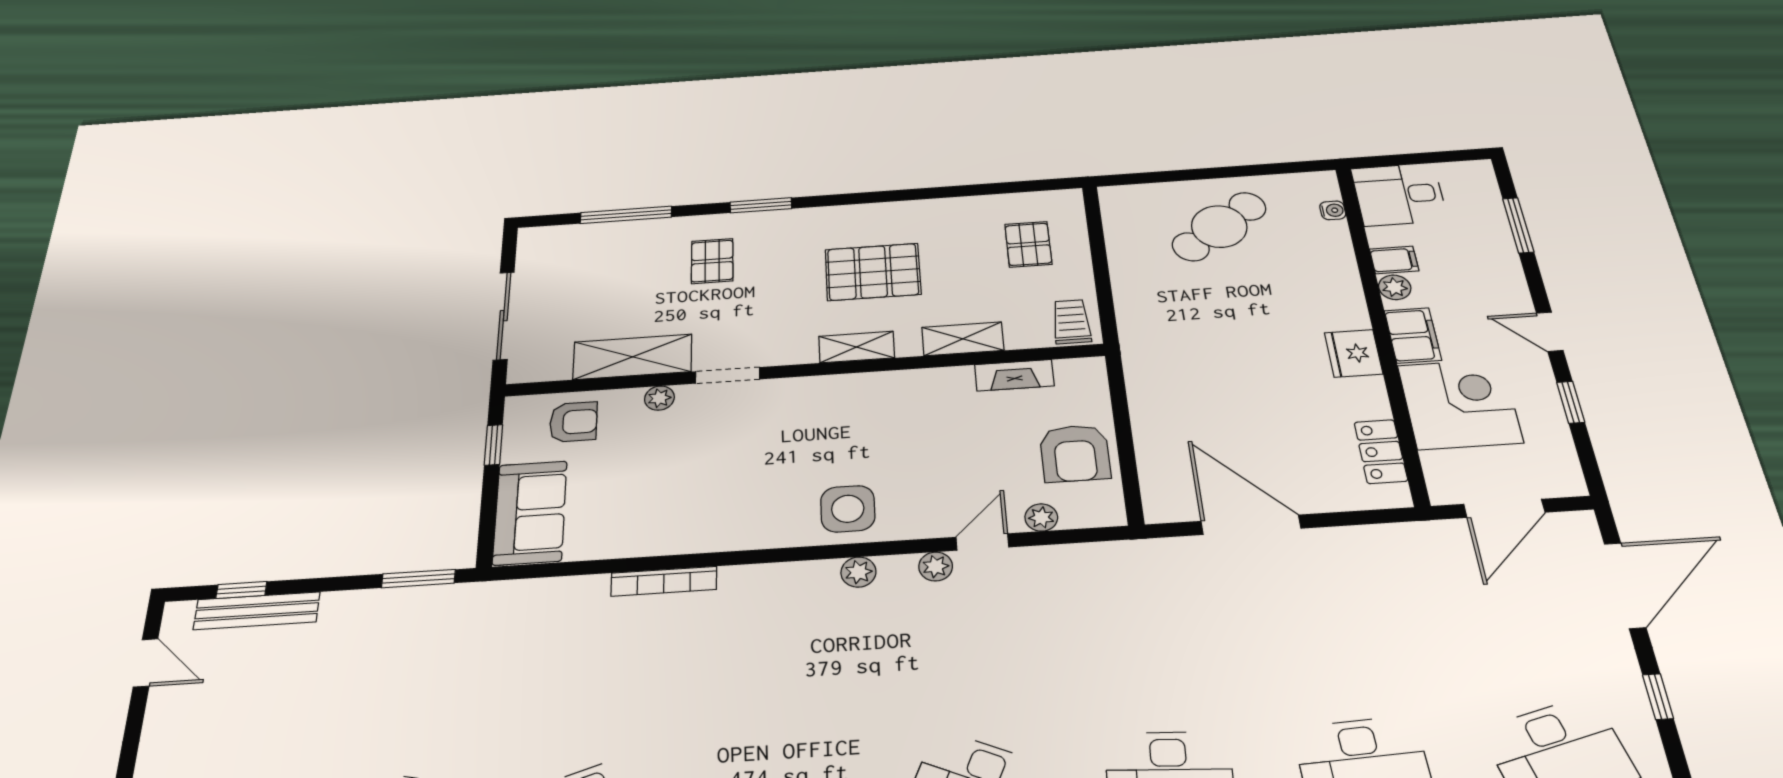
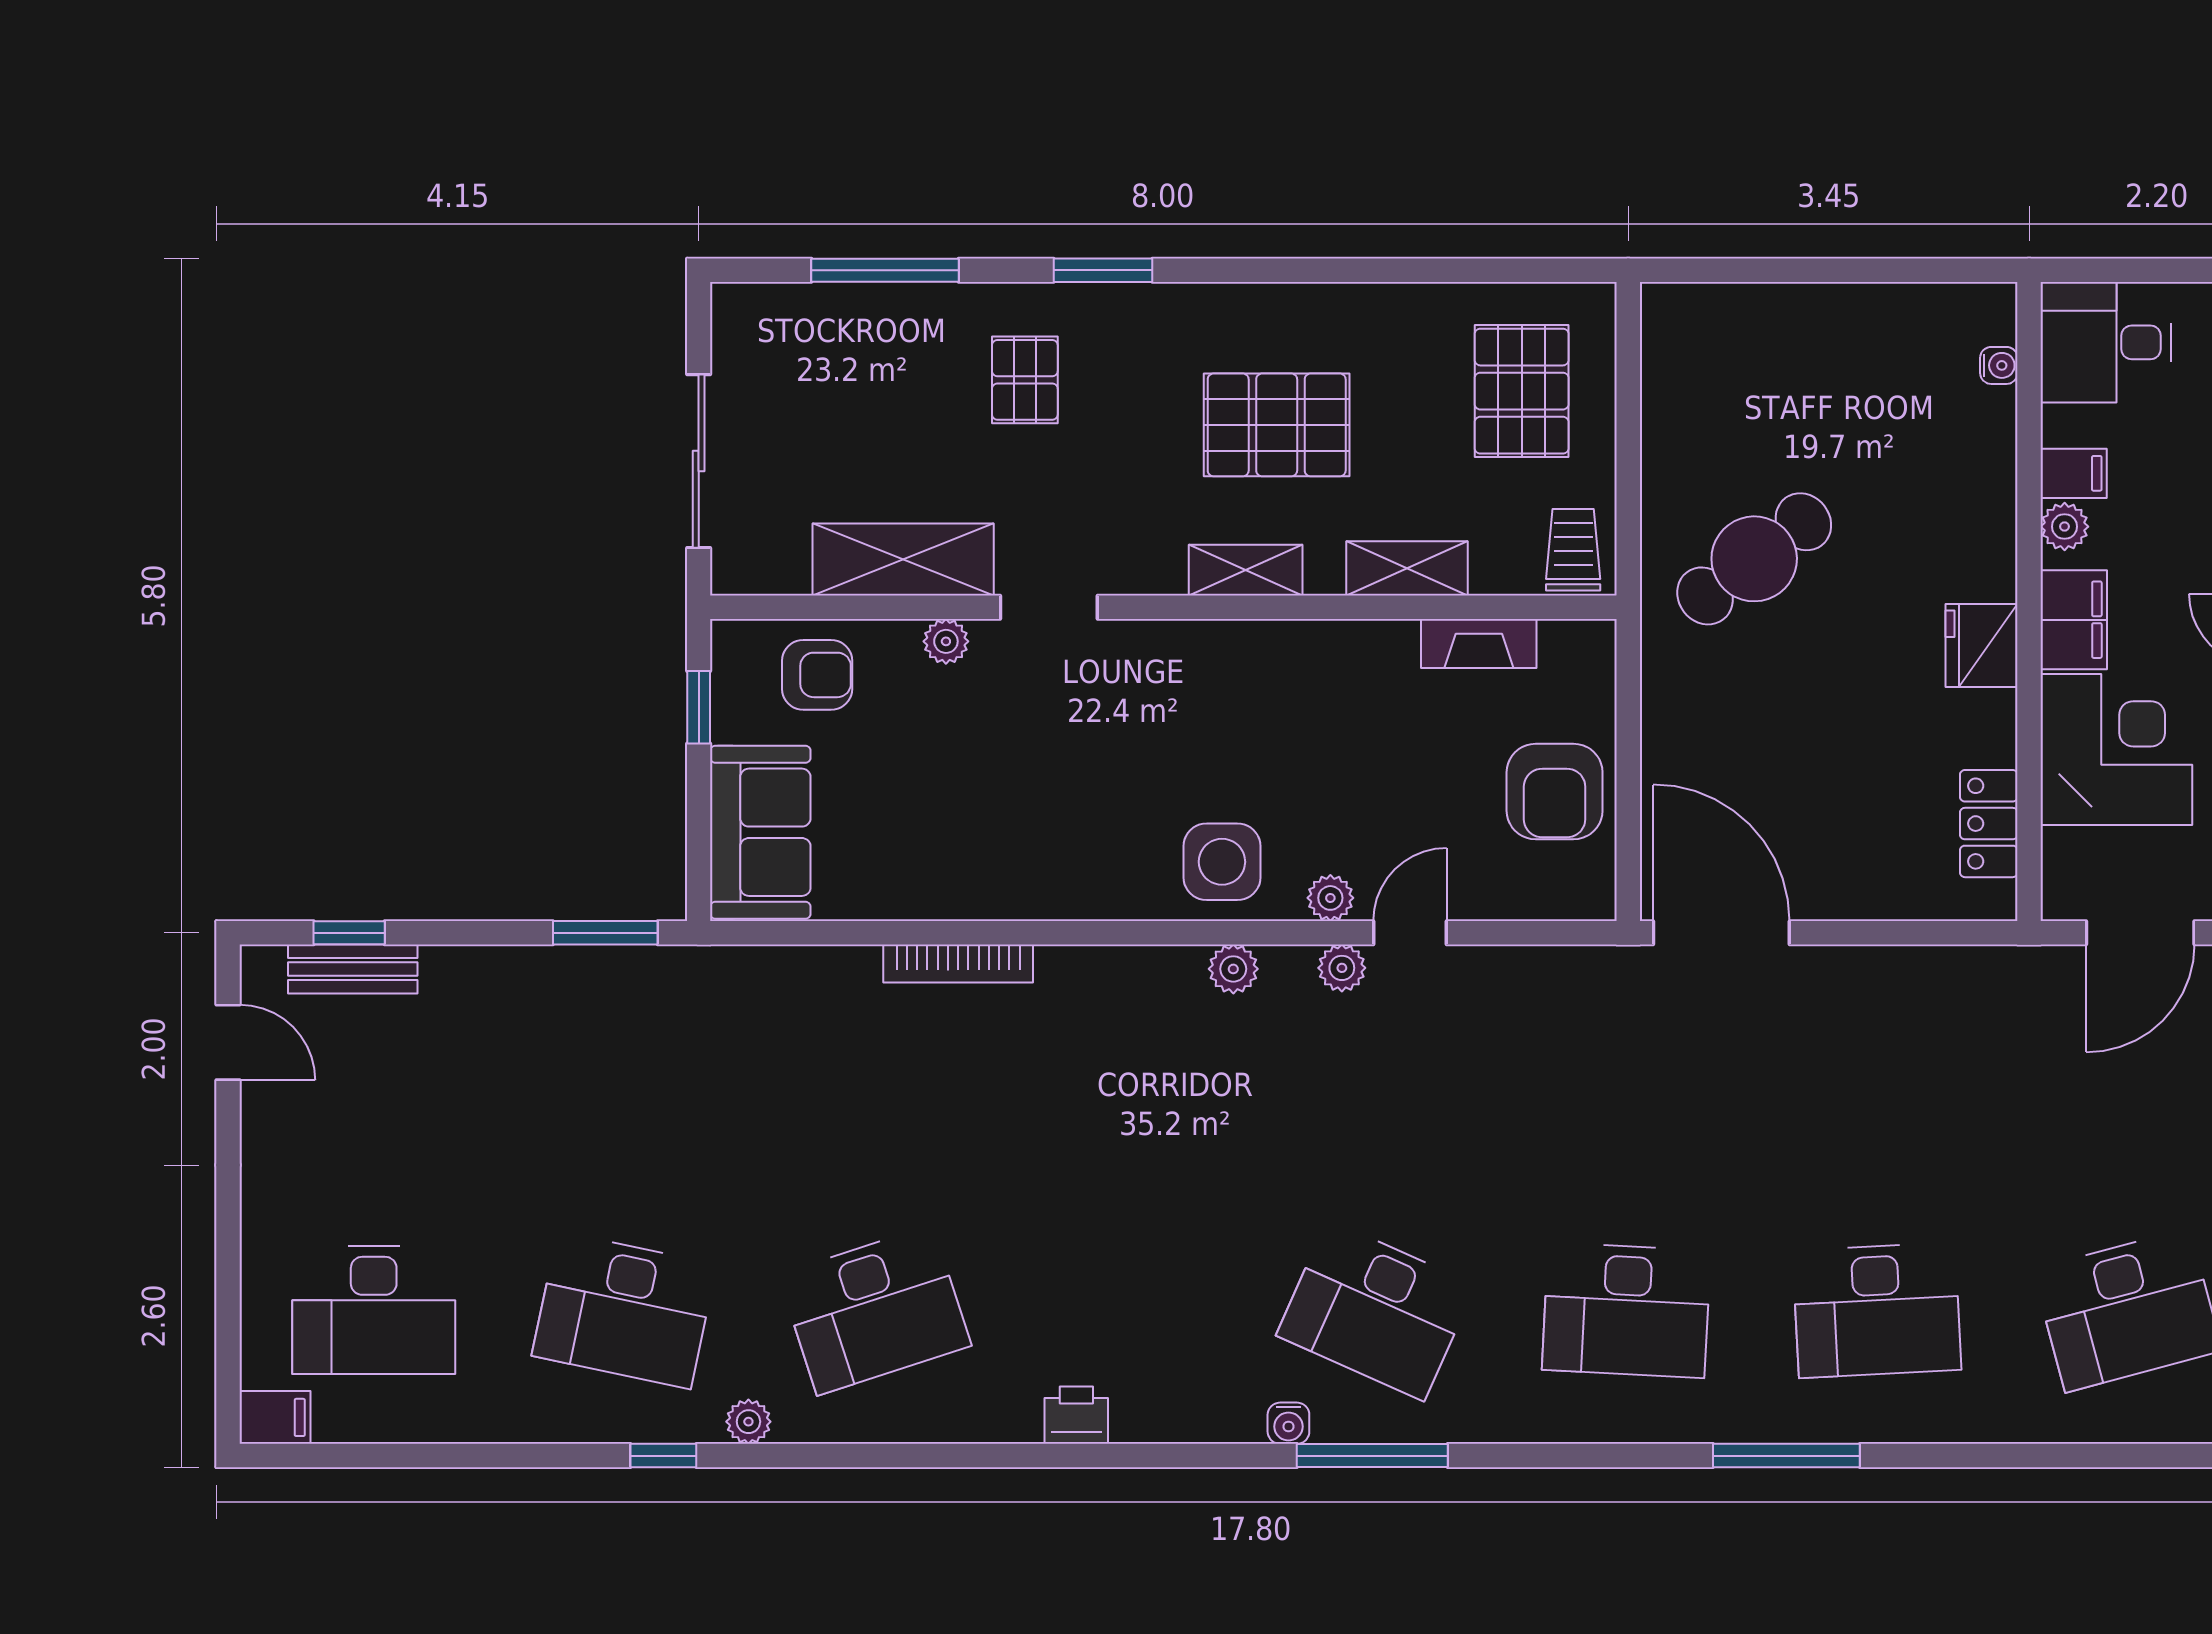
cafe table: (1219, 227) -> (1754, 559), moved
pallet: (1028, 244) -> (1522, 391), width x1.50, depth x1.42
plant: (1041, 517) -> (1330, 898), moved
door: (1251, 525) -> (1721, 933), moved
bench: (257, 611) -> (353, 969), width x0.73

